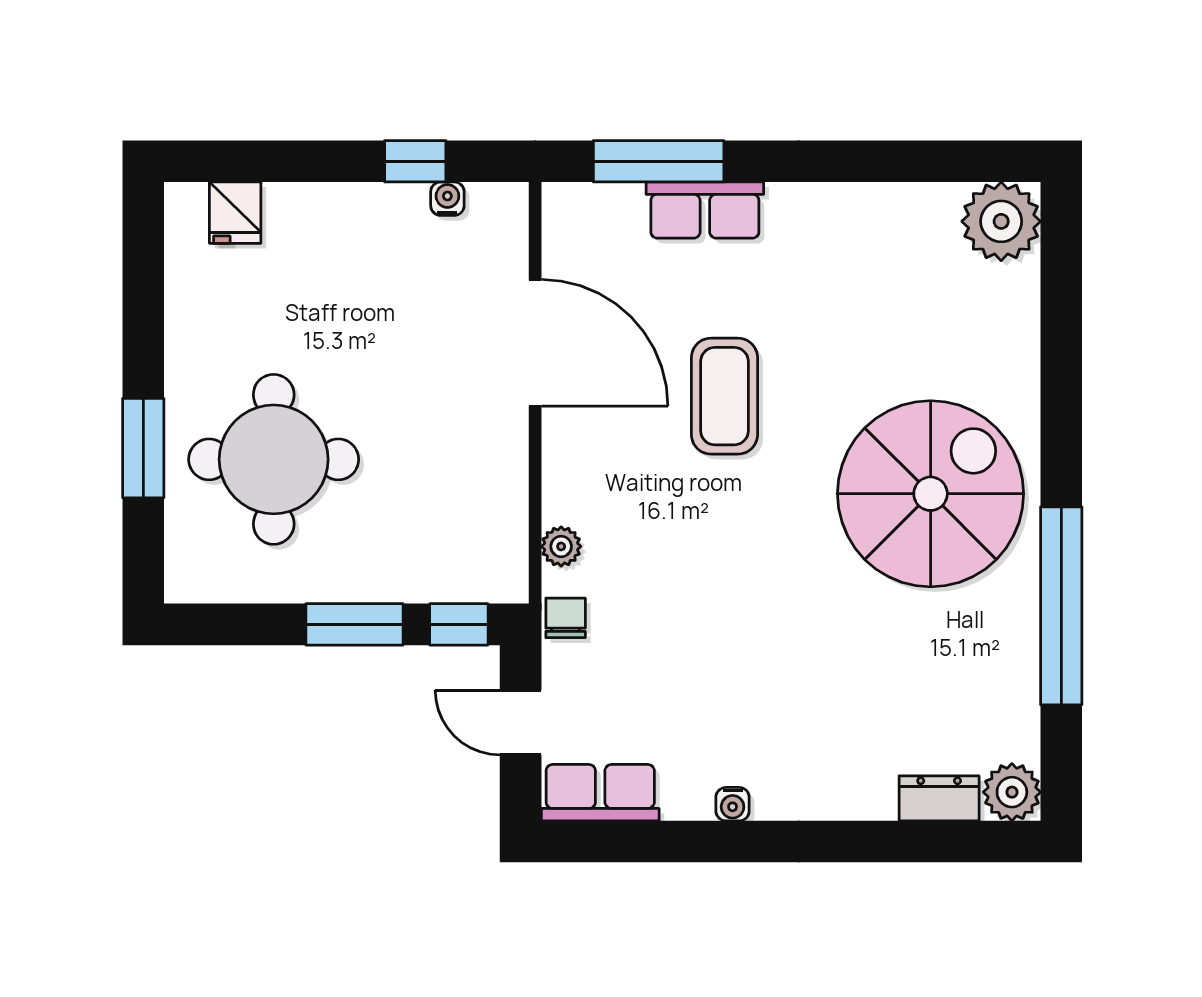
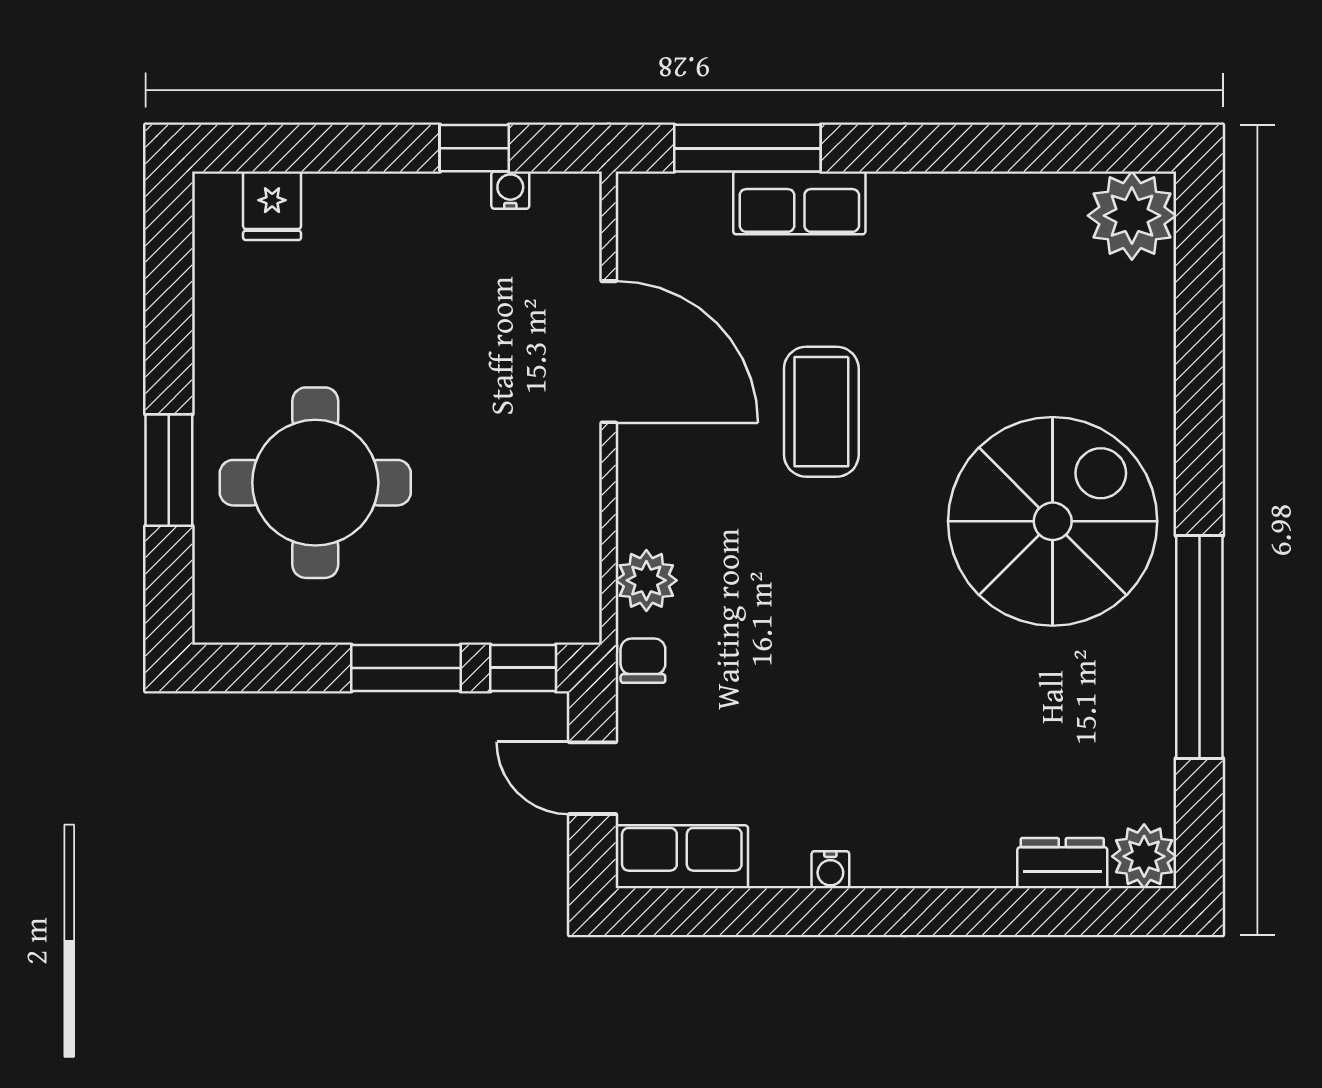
plant: (561, 546) -> (646, 580), width x1.38, depth x1.38

